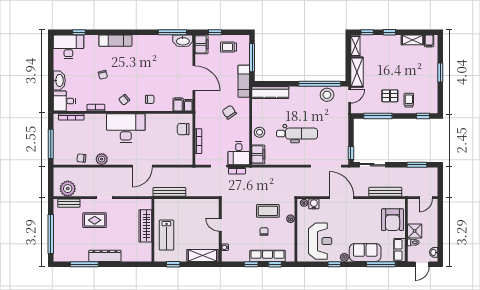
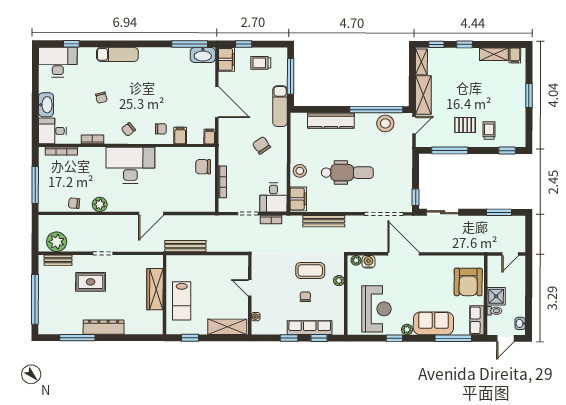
kitchen counter: (270, 93) -> (331, 121), moved
filing cabinet: (178, 105) -> (180, 136), moved
bench: (385, 192) -> (324, 221), moved

